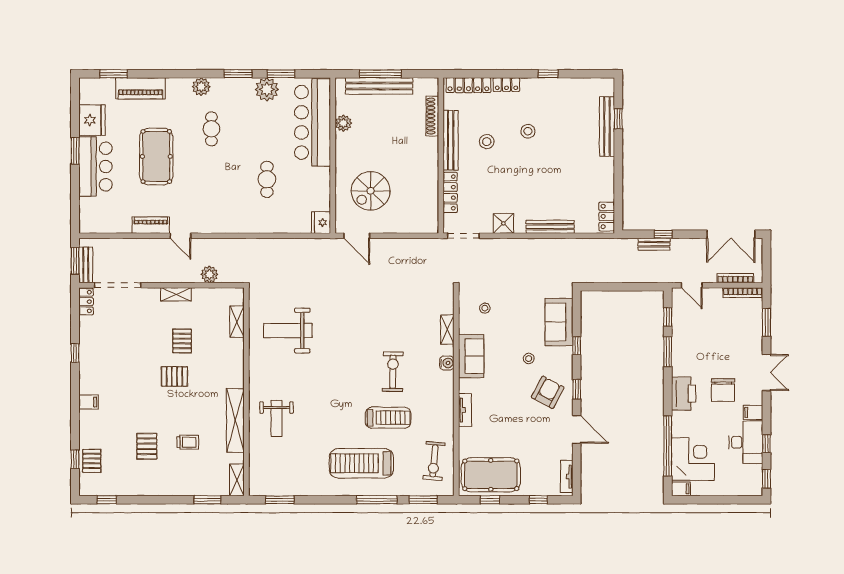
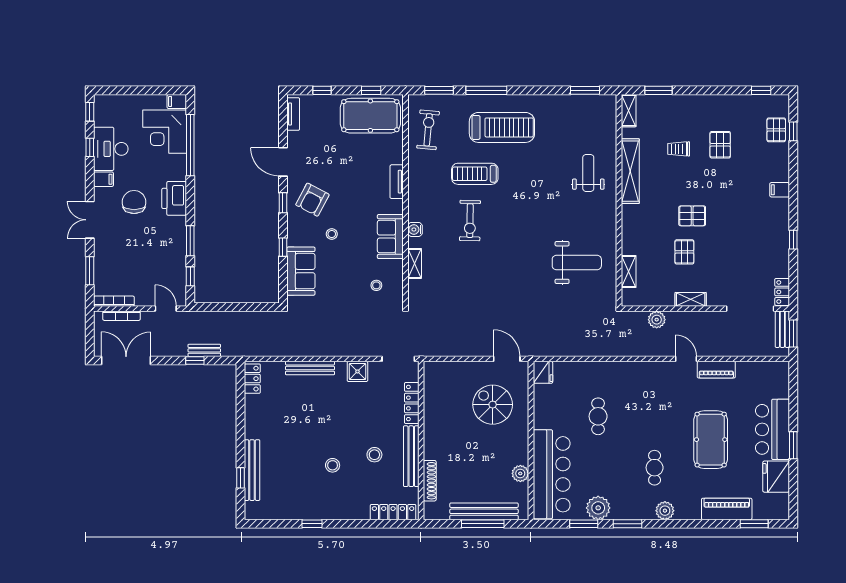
locker: (506, 85) -> (354, 513), removed
spiral stairs: (371, 191) -> (493, 405), turned -90

